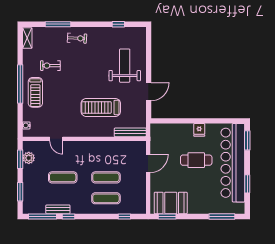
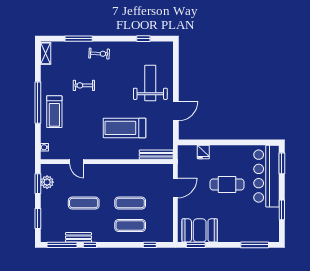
exercise bike: (50, 66) -> (84, 85), moved
fridge: (199, 130) -> (203, 152), moved
bar counter: (233, 163) -> (266, 176), width x0.73

